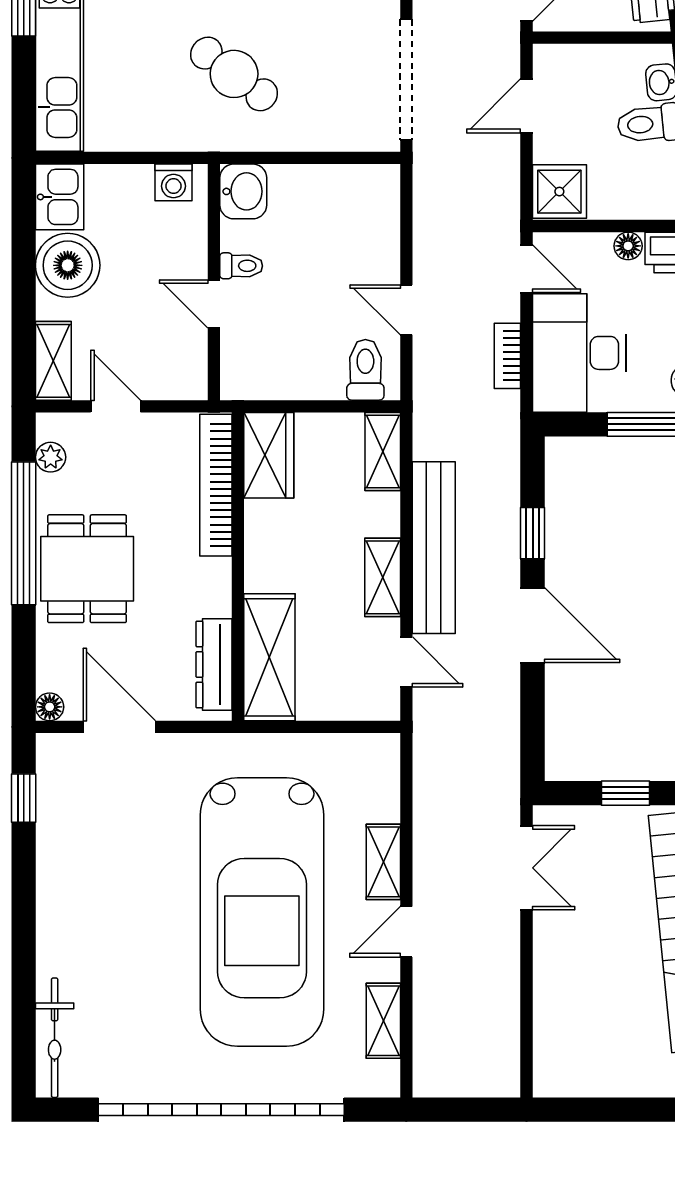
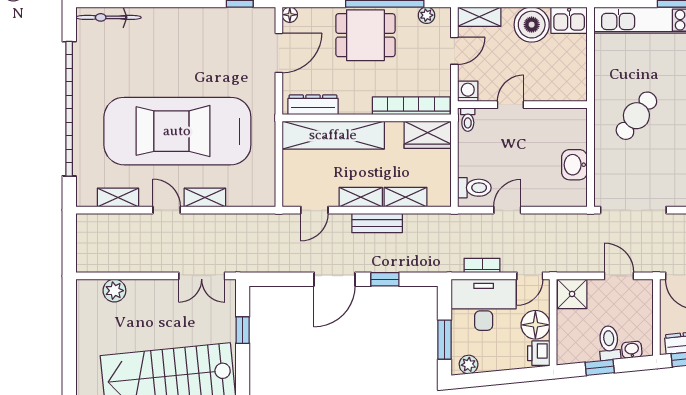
washing machine: (173, 182) -> (468, 91), moved, turned 90
washbasin: (243, 191) -> (574, 165), moved, turned 90
floor lamp: (628, 246) -> (535, 325), width x1.89, depth x1.89
toilet: (241, 266) -> (468, 120), moved
shelving: (383, 451) -> (405, 197), moved
bench: (434, 548) -> (377, 223), width x0.54, depth x0.82
shelving: (269, 657) -> (333, 135), width x1.47
plant: (553, 1027) -> (114, 291), added

